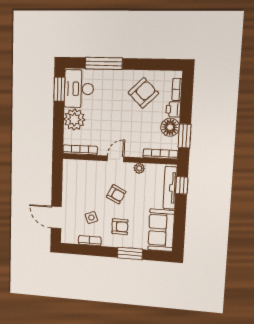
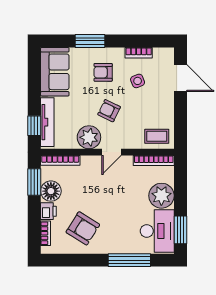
armchair: (143, 93) -> (83, 228), turned -103
plant: (139, 168) -> (89, 137), width x1.87, depth x1.87
coffee table: (77, 170) -> (157, 136), added

